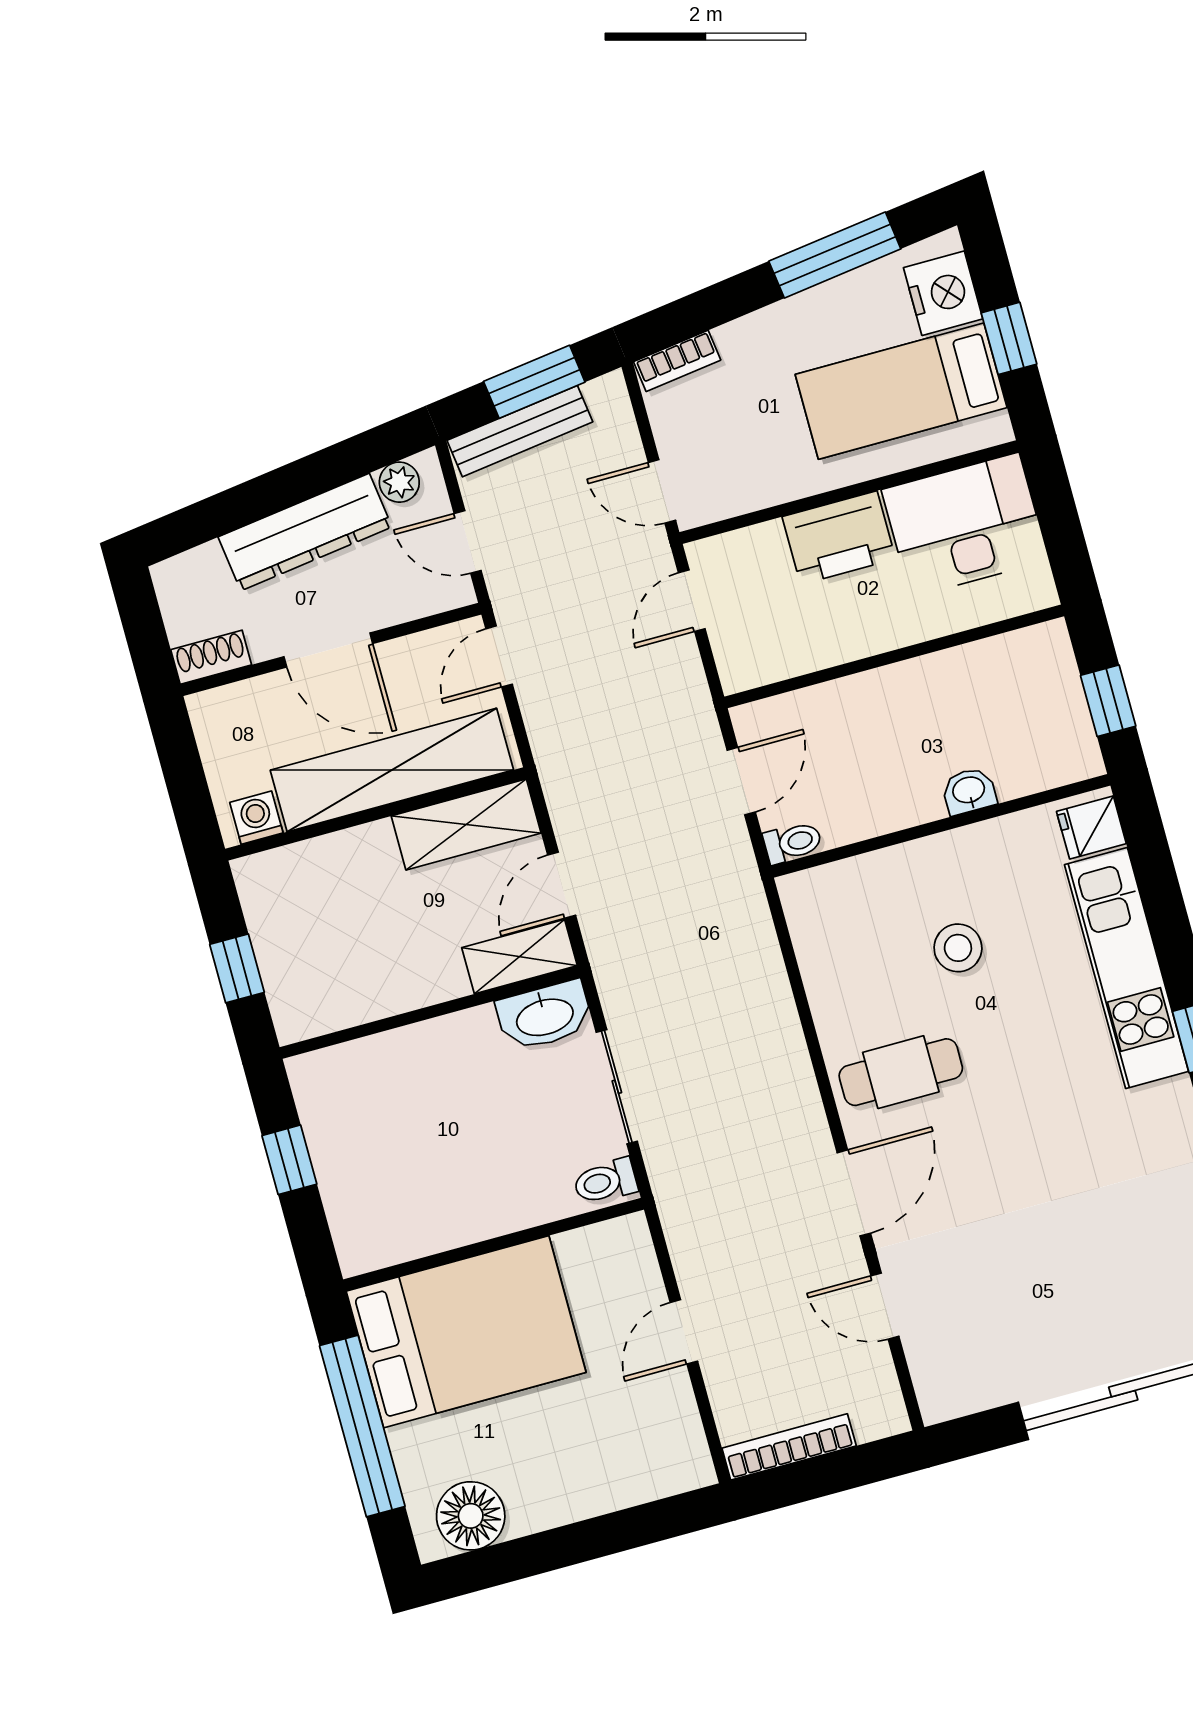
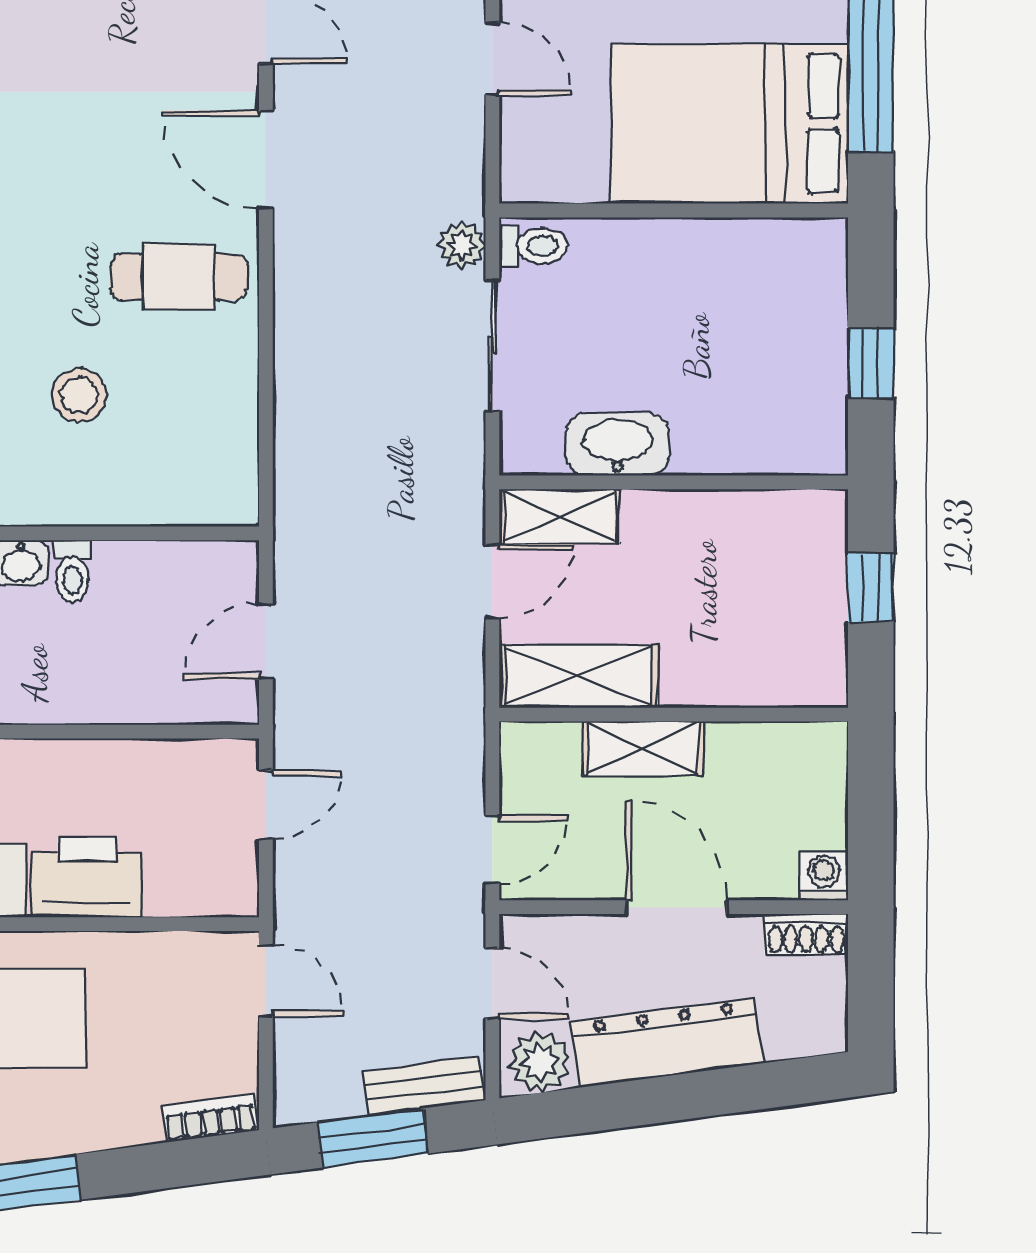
bench: (520, 431) -> (424, 1086), width x0.73
plant: (399, 482) -> (540, 1062), width x1.38, depth x1.38
door: (692, 601) -> (266, 805), moved
shelving: (392, 770) -> (643, 749), width x0.45, depth x0.75
washing machine: (256, 818) -> (824, 876), moved, turned 180
toilet: (793, 842) -> (72, 571), moved, turned -90
washbasin: (544, 1016) -> (617, 445), moved
plant: (666, 1165) -> (462, 245), added
door: (854, 1193) -> (266, 159), hinge flipped
door: (684, 1332) -> (492, 59), hinge flipped

